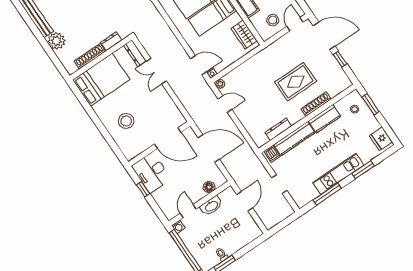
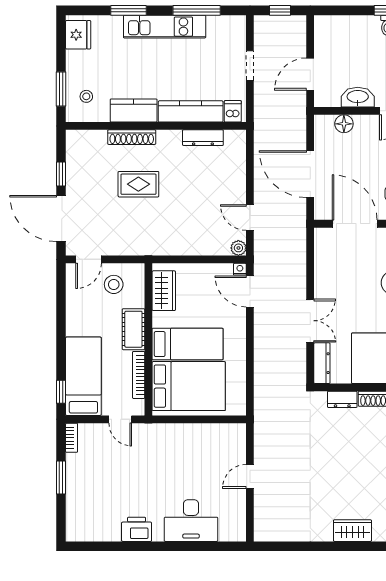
rug: (296, 82) -> (138, 184), width x0.73, depth x0.70
window: (283, 224) -> (280, 10), added

